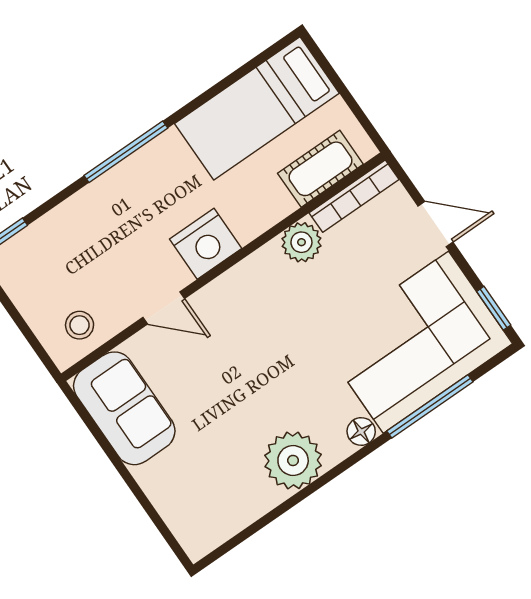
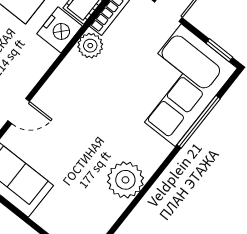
nightstand: (206, 244) -> (59, 30), moved
floor lamp: (361, 431) -> (162, 150), removed

